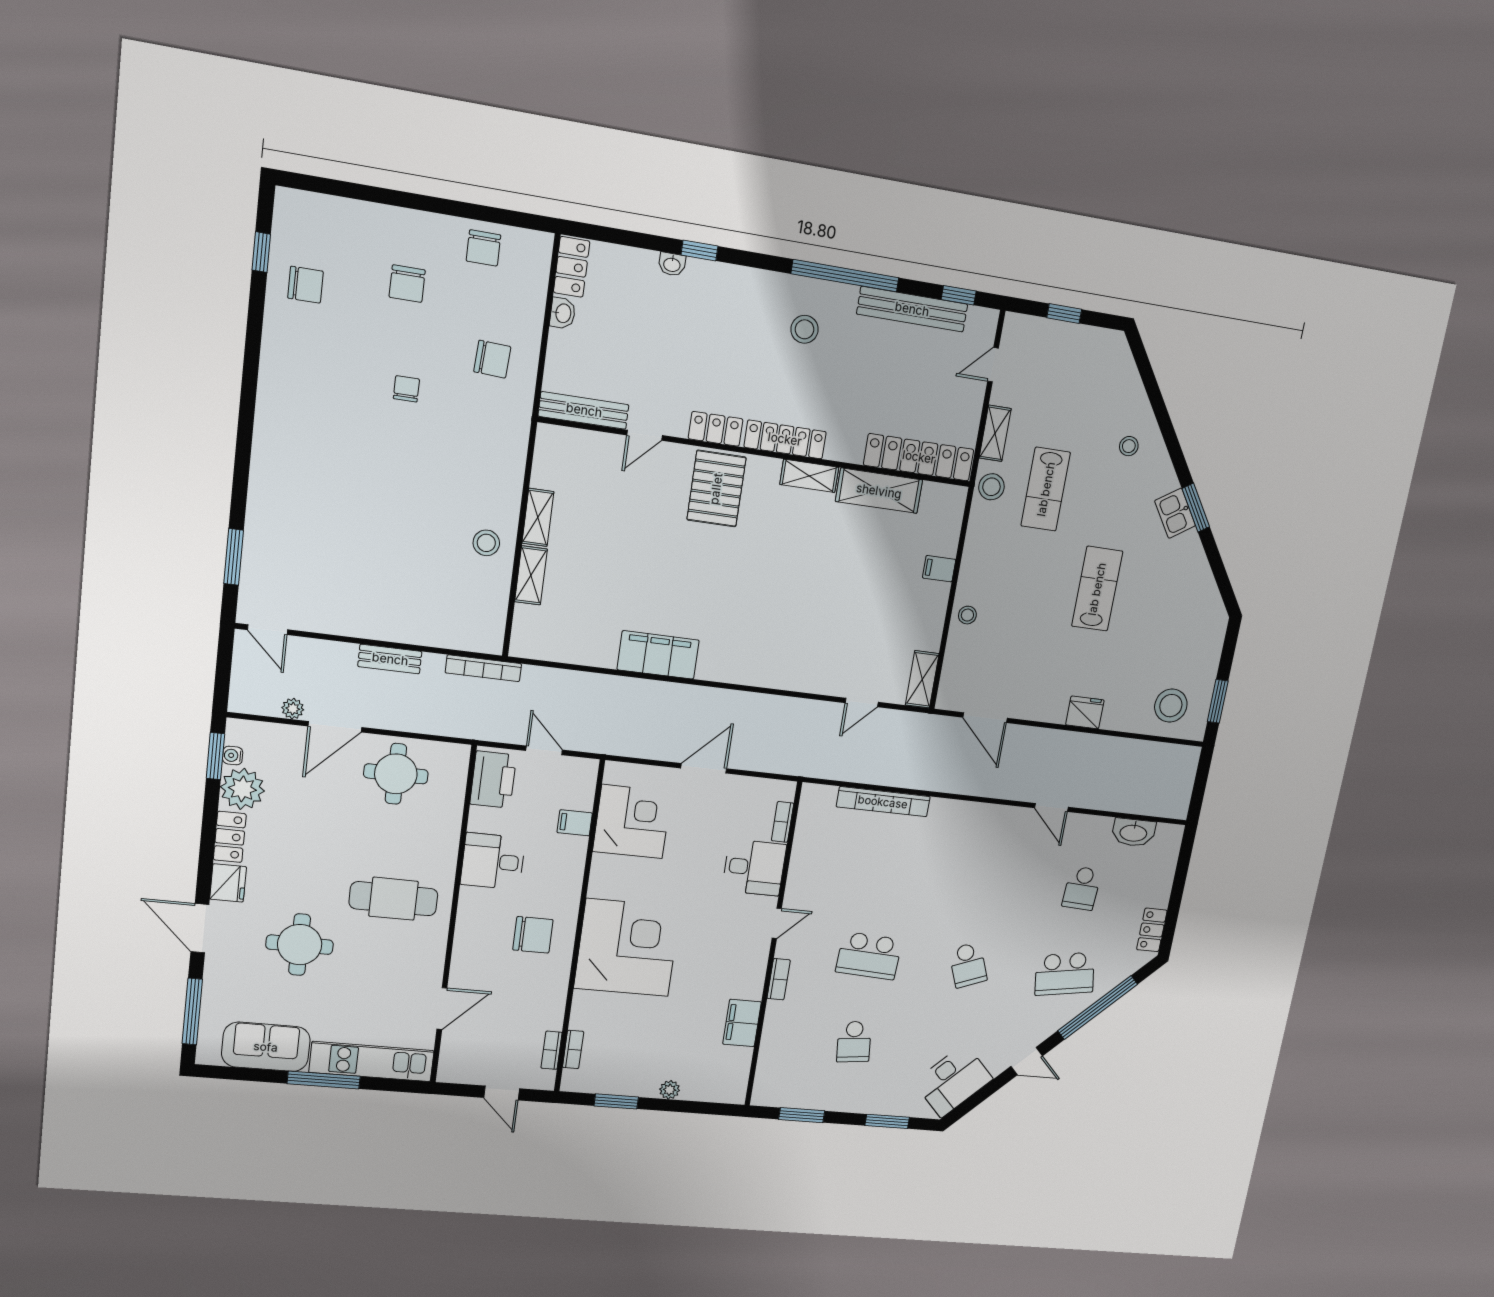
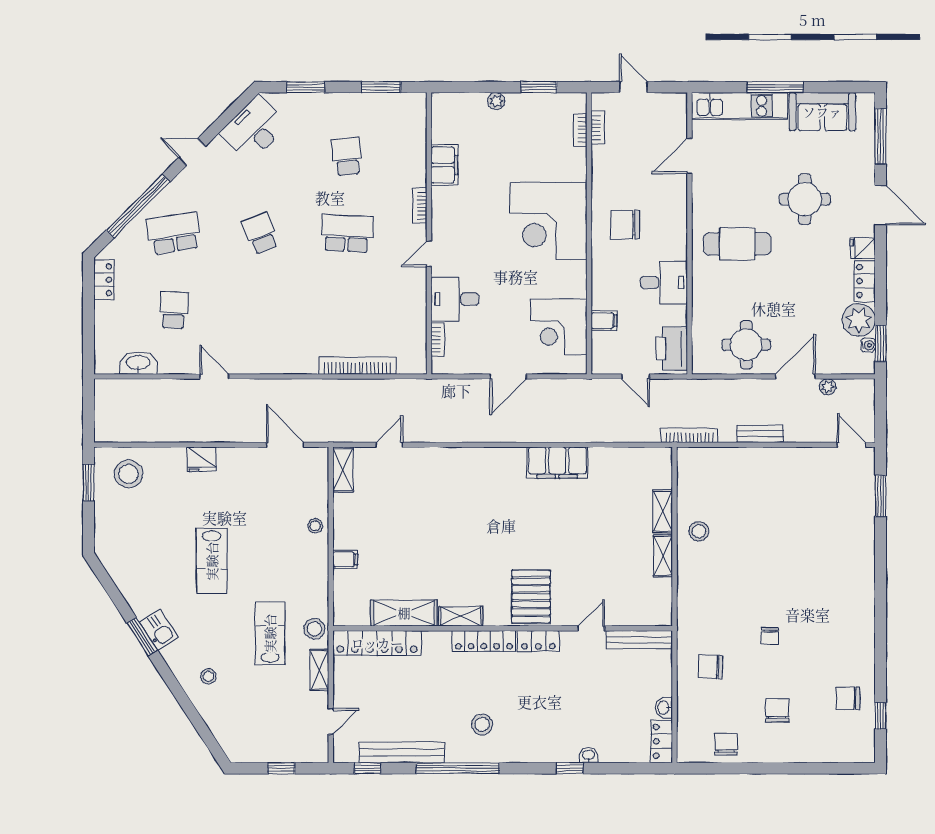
fridge: (228, 883) -> (863, 248), width x0.72

